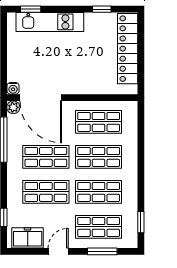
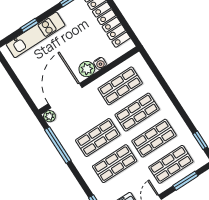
window: (31, 9) -> (29, 25), moved
plant: (77, 86) -> (87, 69), added
water cooler: (13, 88) -> (100, 63), moved
door: (41, 98) -> (65, 96), swing flipped

